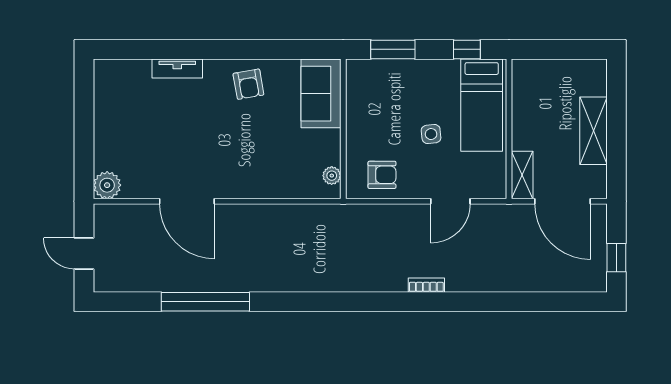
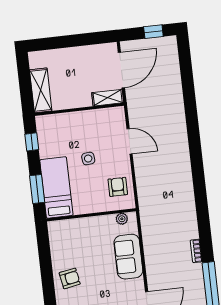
sofa: (321, 94) -> (128, 257), moved, turned 90
bed: (482, 105) -> (56, 187), moved, turned -90
shelving: (593, 131) -> (41, 90), moved, turned 90
bookcase: (426, 285) -> (196, 251), moved

